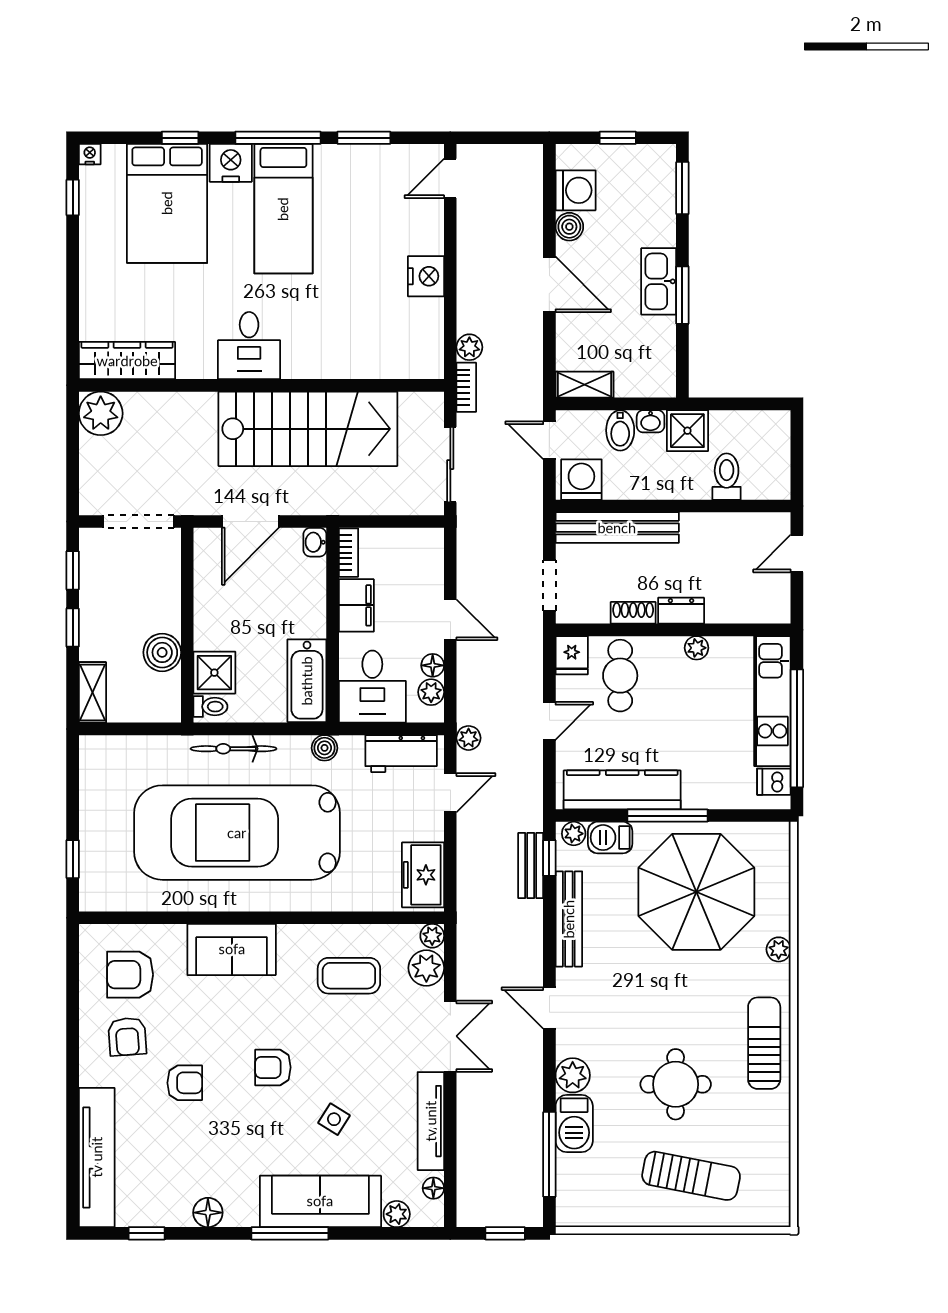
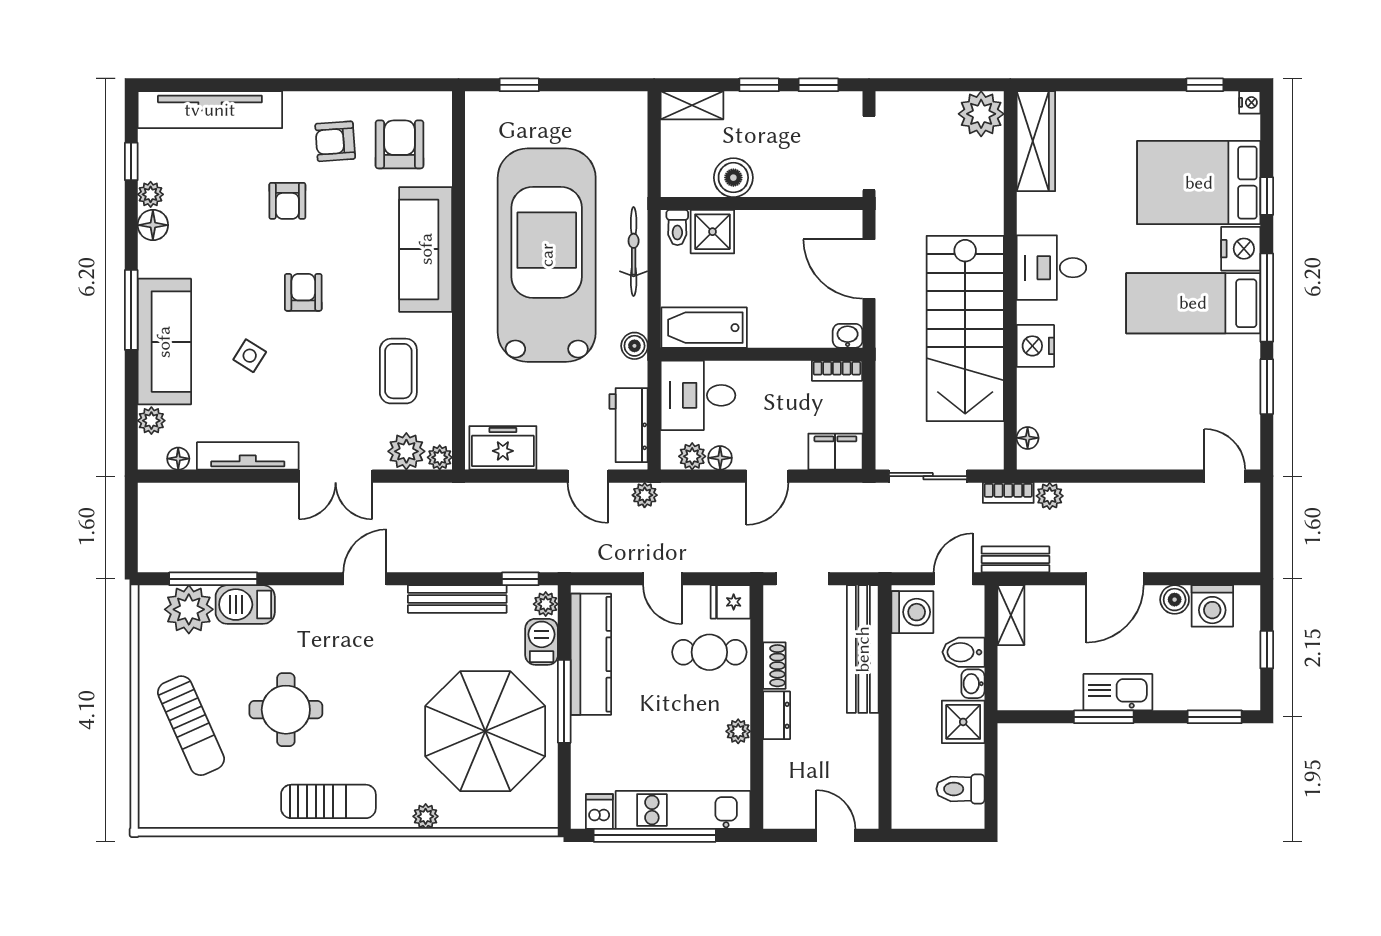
nightstand: (426, 276) -> (1035, 346), moved, turned 90
floor lamp: (413, 369) -> (1028, 438), added
toilet: (727, 477) -> (960, 789), moved, turned 180
filing cabinet: (356, 605) -> (835, 452), moved, turned 180
bench: (531, 865) -> (1015, 559), moved
sofa: (232, 949) -> (426, 249), width x1.36
plant: (573, 1075) -> (189, 609), moved, width x1.36, depth x1.36
sun lounger: (691, 1176) -> (191, 726), turned -35
plant: (178, 1215) -> (151, 194), added
window: (505, 1233) -> (131, 533), removed

